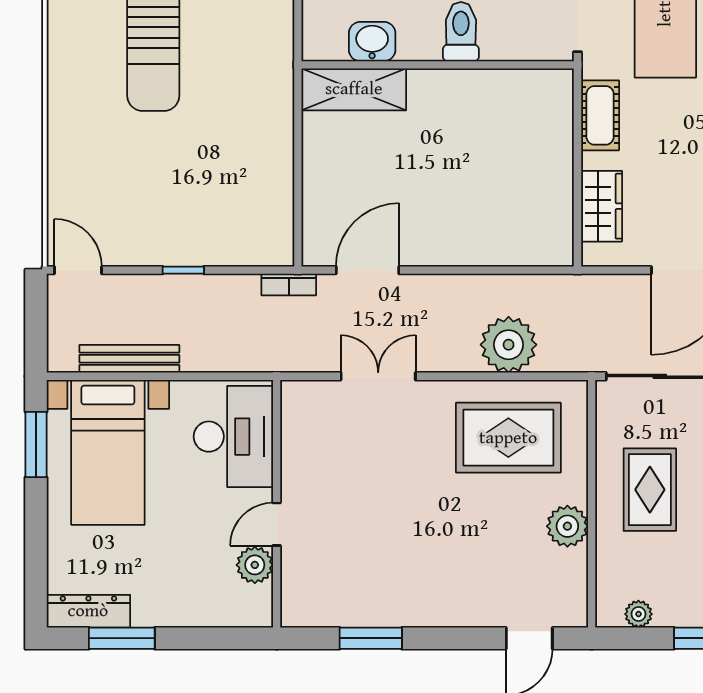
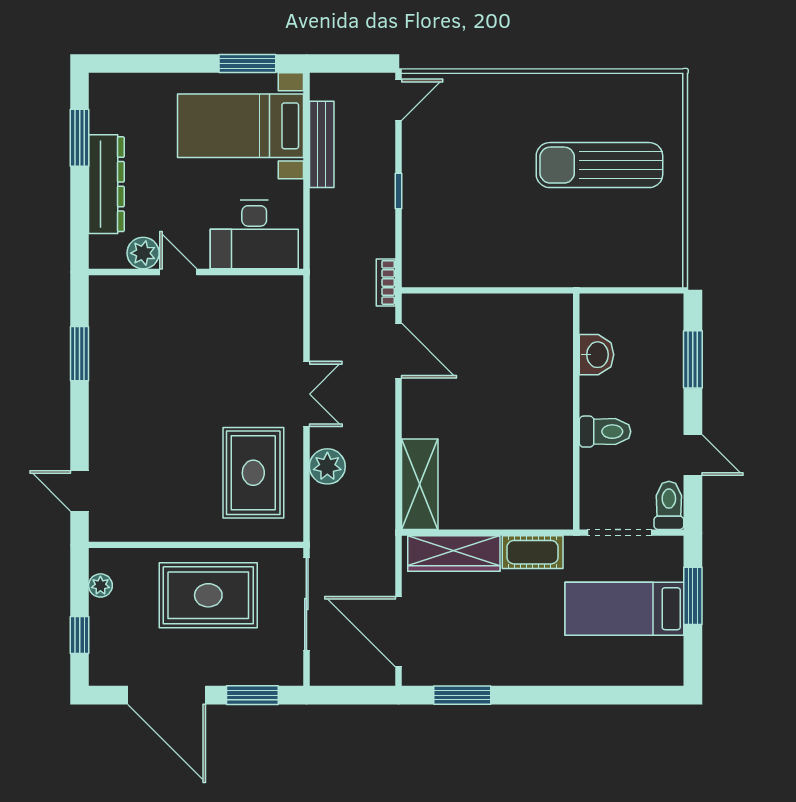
shelving: (354, 89) -> (420, 484), moved
wardrobe: (602, 206) -> (454, 554), width x1.50
plant: (509, 345) -> (327, 466), width x0.73, depth x0.73
double door: (378, 376) -> (306, 394), moved
rug: (650, 490) -> (208, 595), width x1.36, depth x1.43
plant: (567, 526) -> (177, 524), removed
dresser: (88, 611) -> (106, 184), moved, width x1.37, depth x1.24

